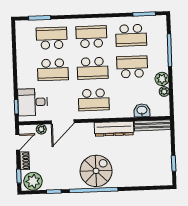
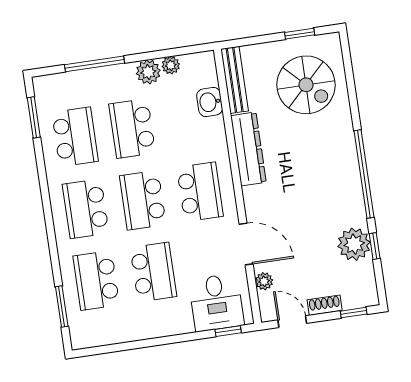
school desk: (93, 68) -> (143, 200), turned 180
spiral stairs: (96, 171) -> (306, 85), moved, turned 180
plant: (33, 181) -> (354, 244), moved

